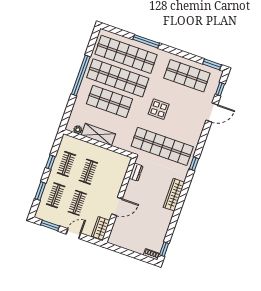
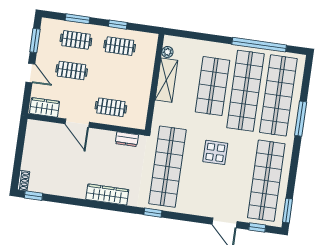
window: (81, 75) -> (259, 45), moved
shop shelf: (187, 76) -> (266, 181), width x1.40
clothes rail: (88, 172) -> (111, 107), moved

